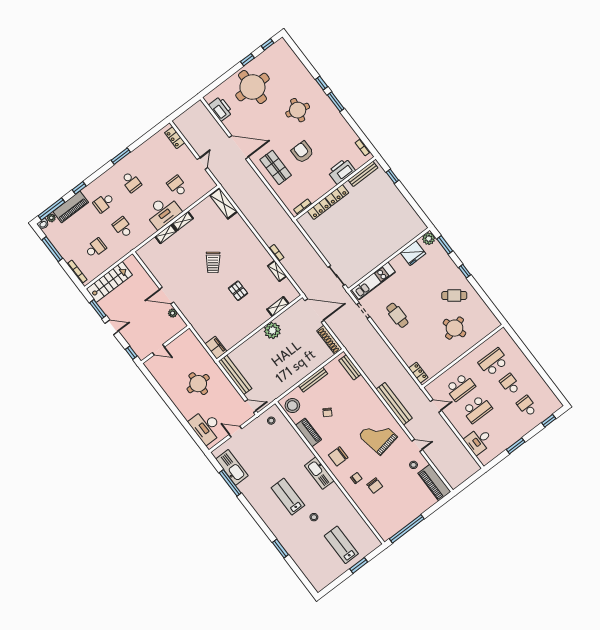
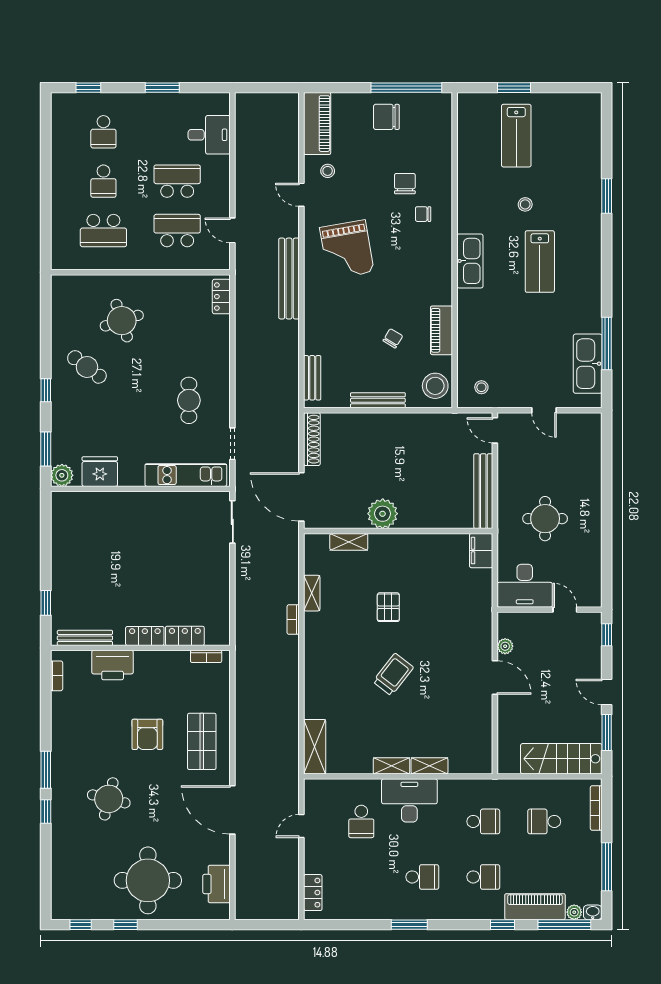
school desk: (131, 182) -> (422, 877), turned 90
school desk: (123, 227) -> (483, 821), turned -90
desk: (206, 427) -> (525, 586), moved, turned 90
chair: (338, 456) -> (386, 117), moved, turned 180

